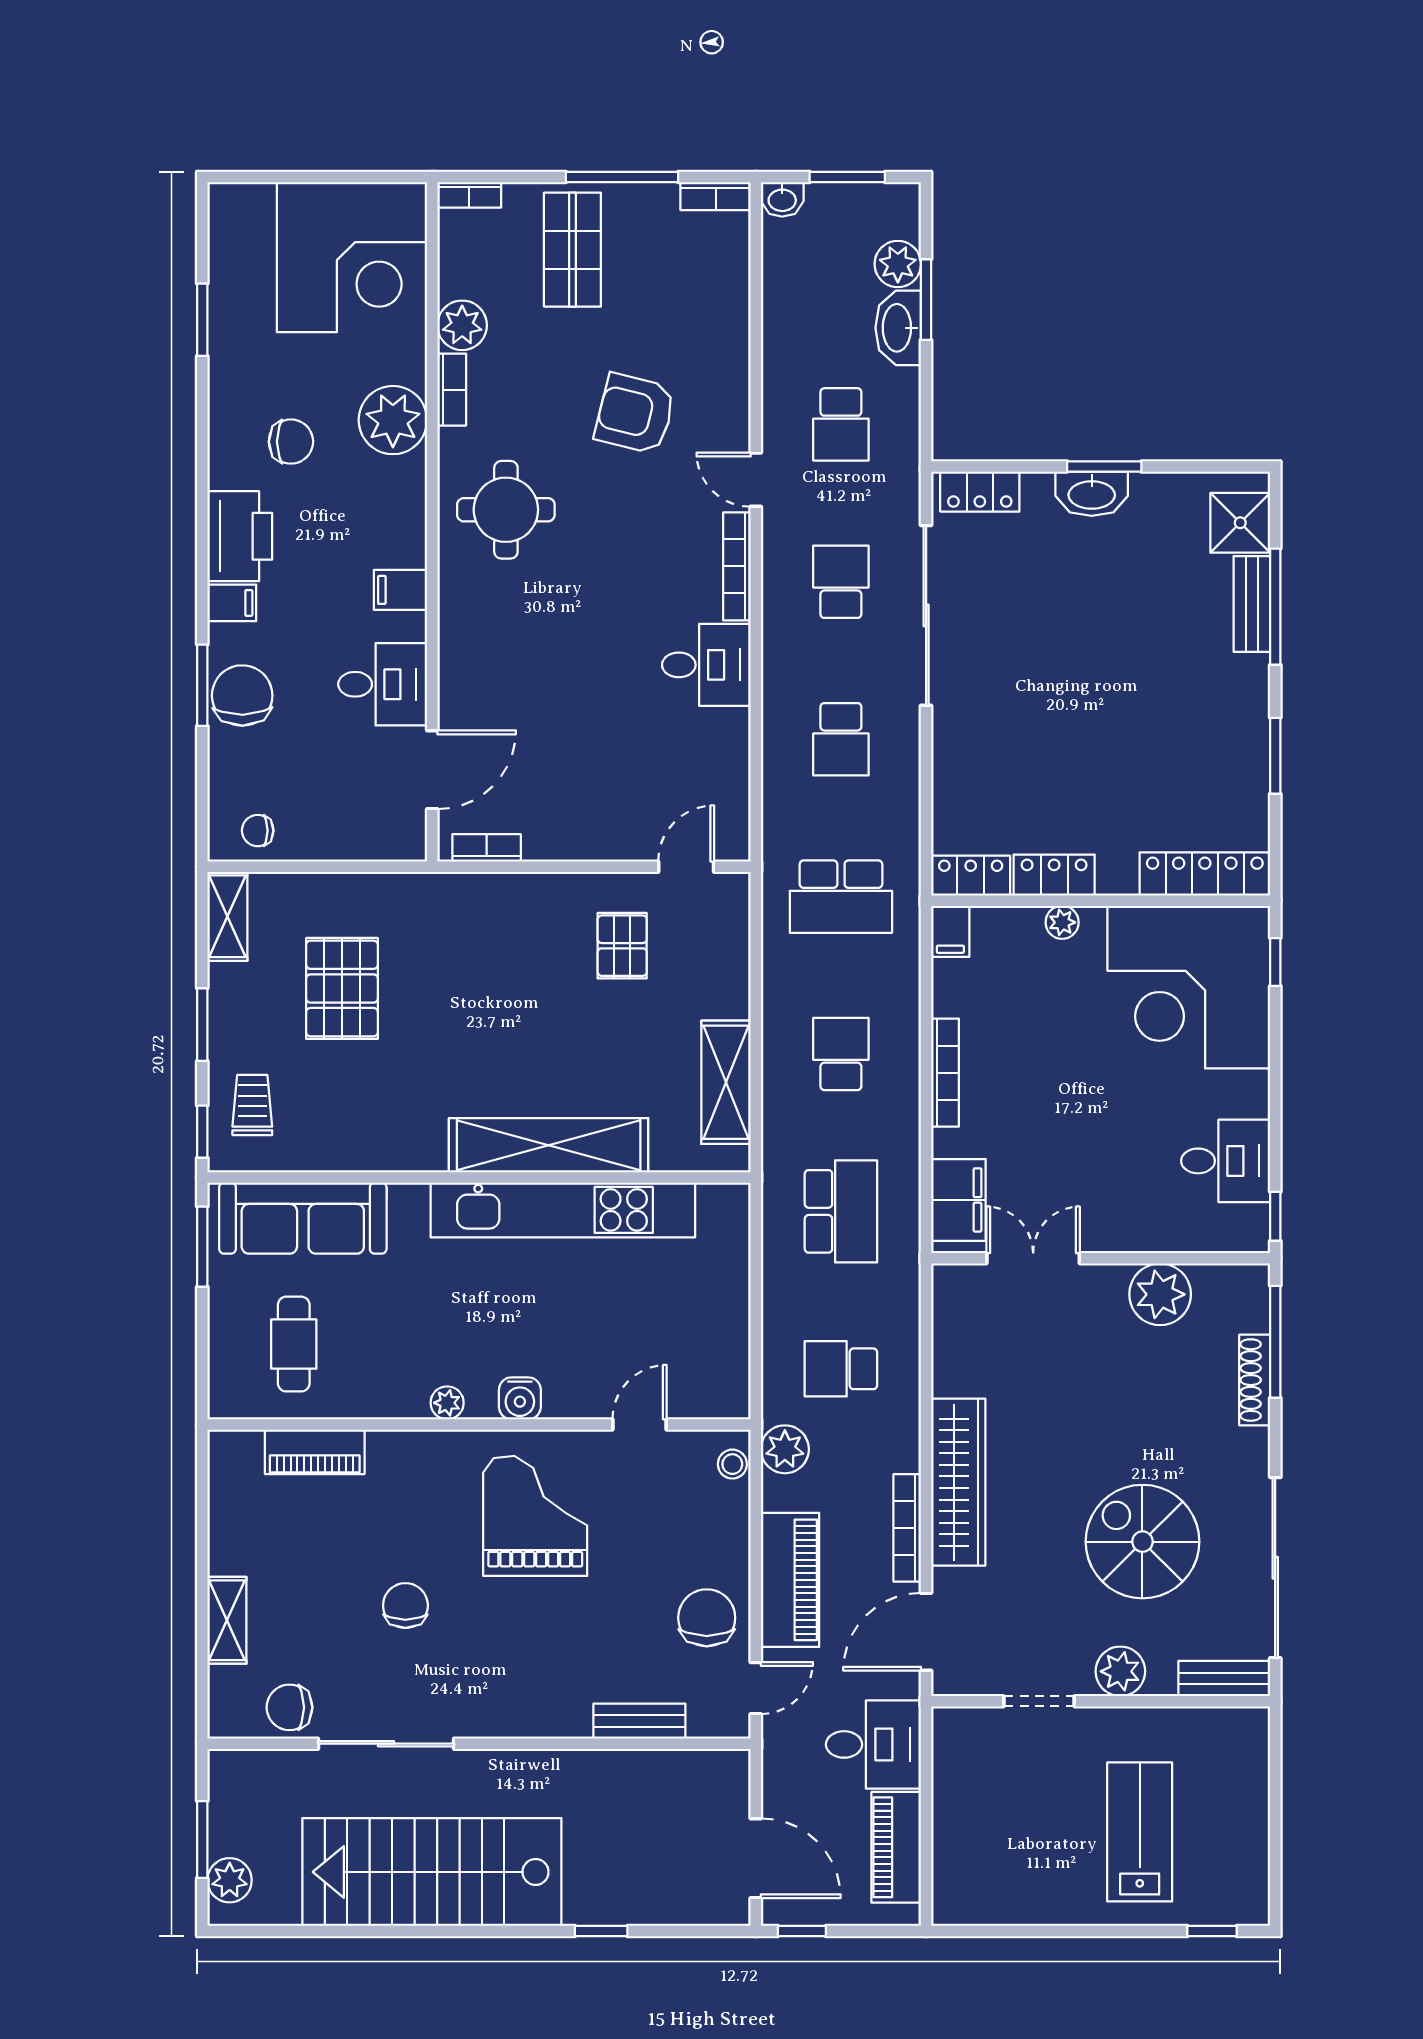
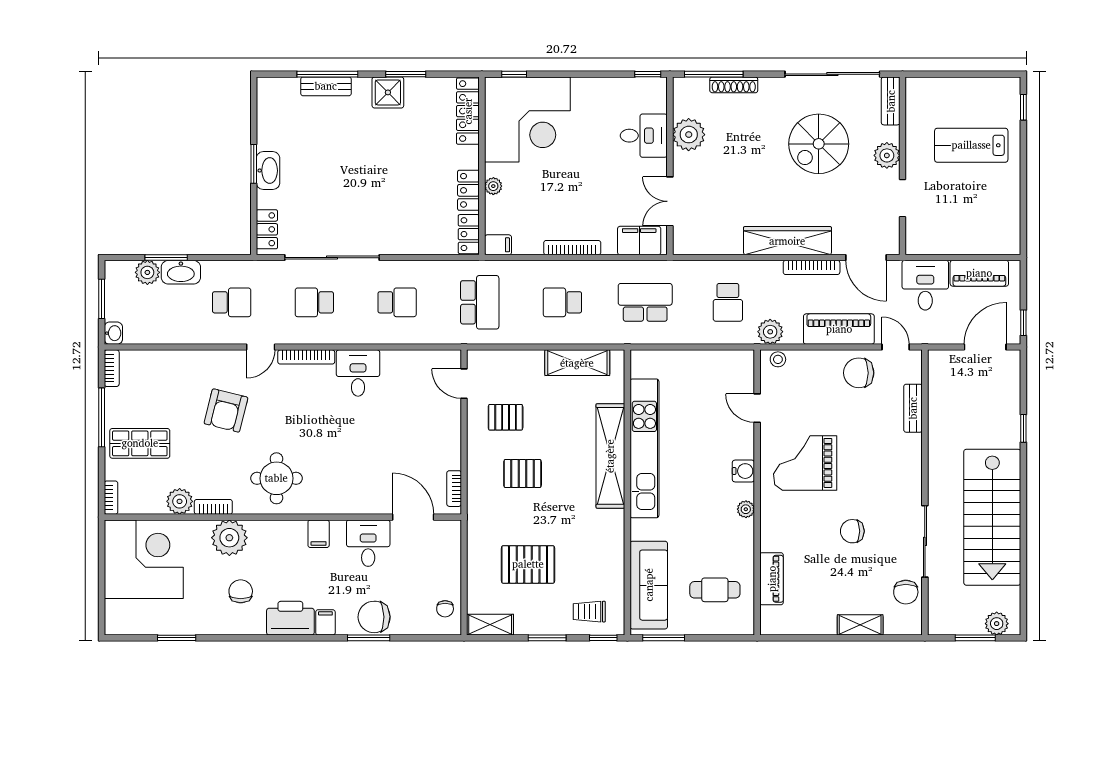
shower: (1240, 523) -> (388, 92), moved
pallet: (515, 978) -> (523, 474), added
desk: (1226, 1161) -> (644, 136), moved, turned 90

